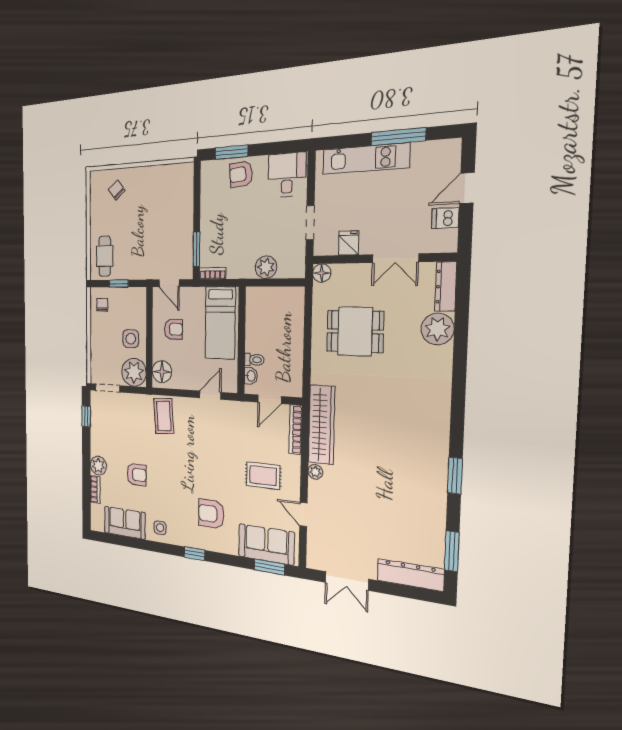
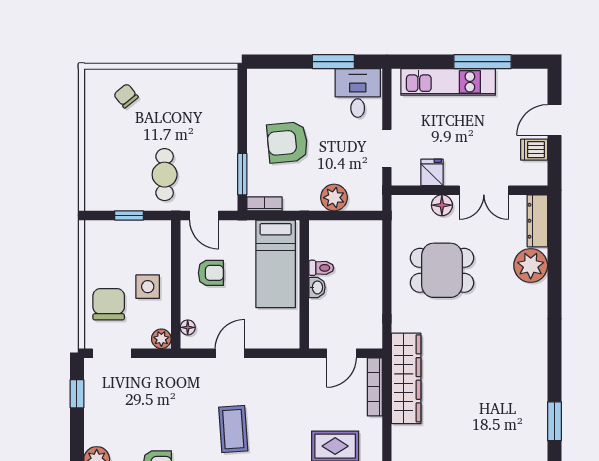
window: (232, 152) -> (333, 62), moved
armchair: (241, 174) -> (287, 142), moved, width x1.38, depth x1.38
cafe table: (105, 256) -> (165, 175), moved
floor lamp: (322, 273) -> (442, 205), moved
chair: (102, 305) -> (109, 304), moved, width x1.87, depth x1.87
toilet: (254, 360) -> (321, 268), moved
plant: (134, 372) -> (161, 339), width x0.53, depth x0.53
floor lamp: (162, 372) -> (188, 327), width x0.53, depth x0.53
washbasin: (251, 376) -> (317, 287), moved
door: (210, 395) -> (230, 353), moved
coffee table: (164, 416) -> (233, 429), moved
plant: (315, 472) -> (400, 434), removed

